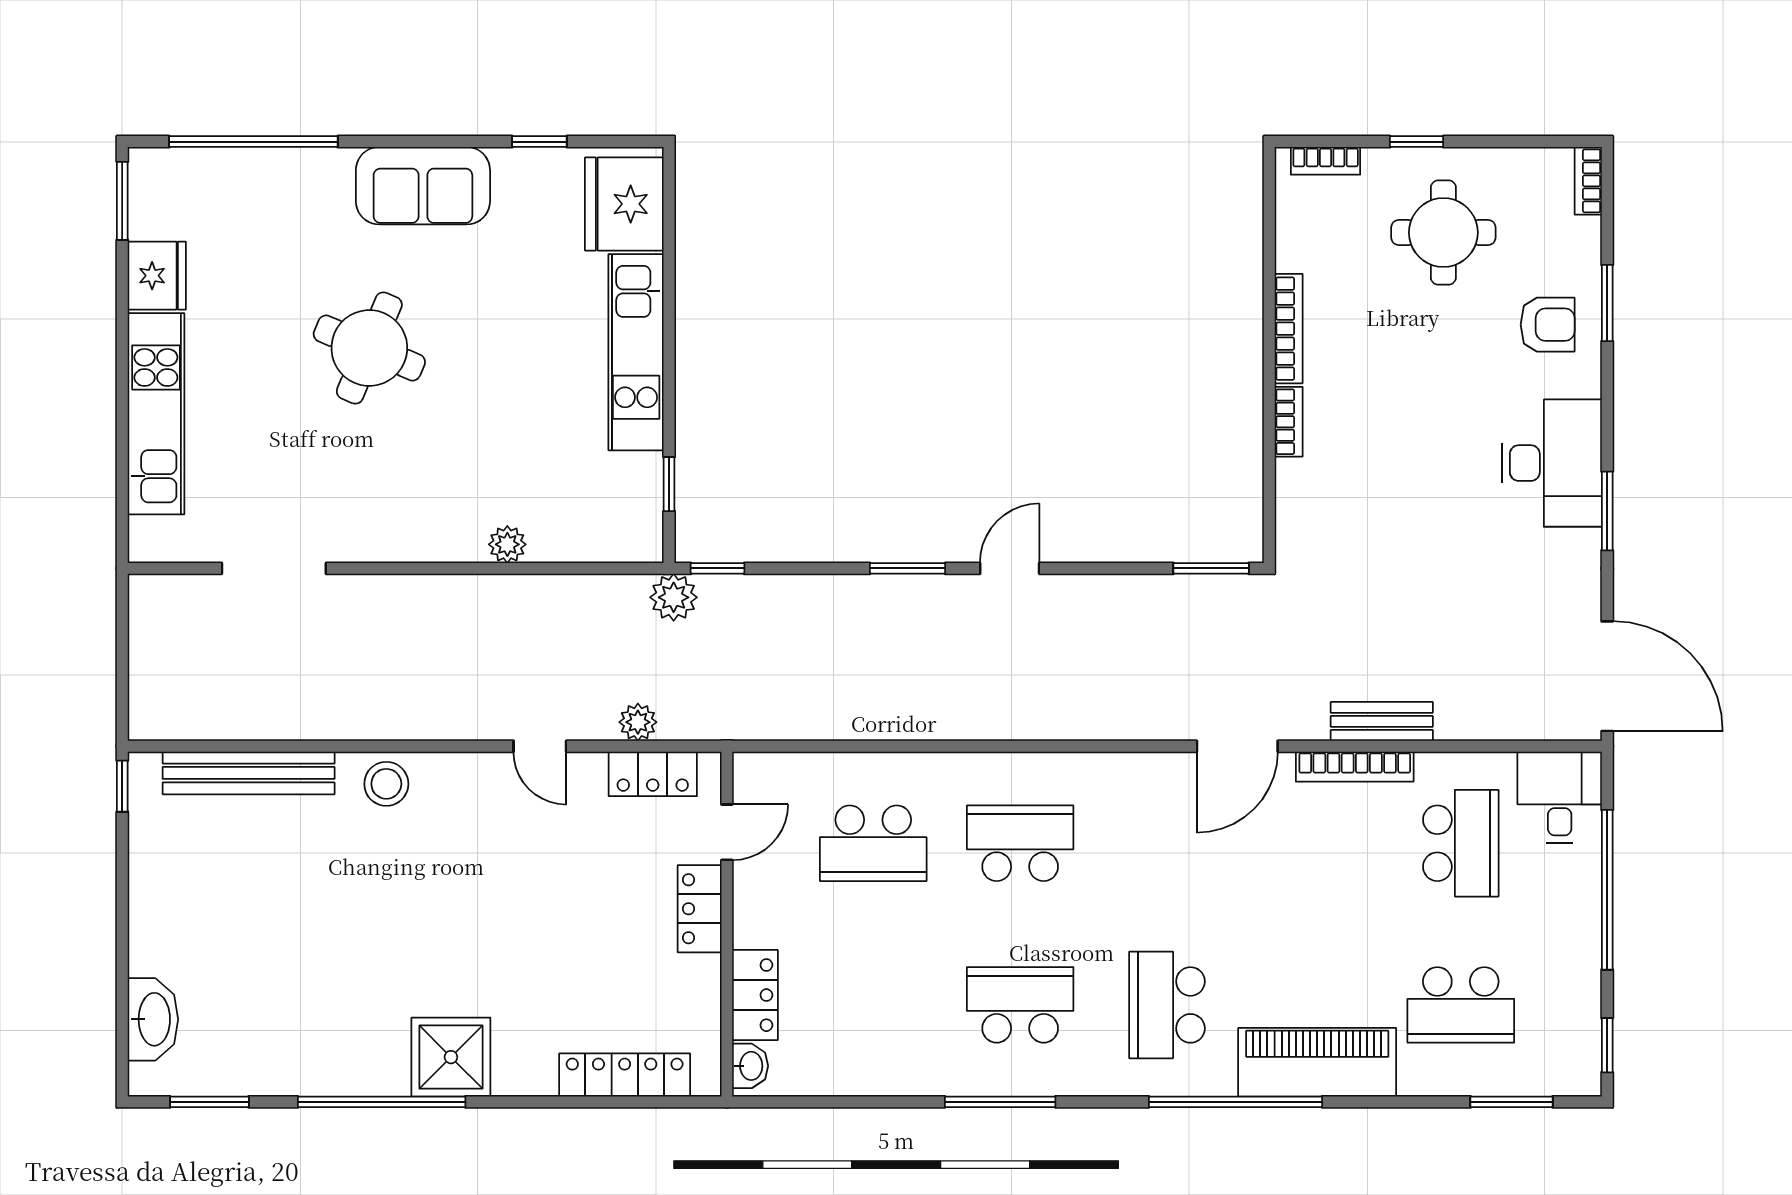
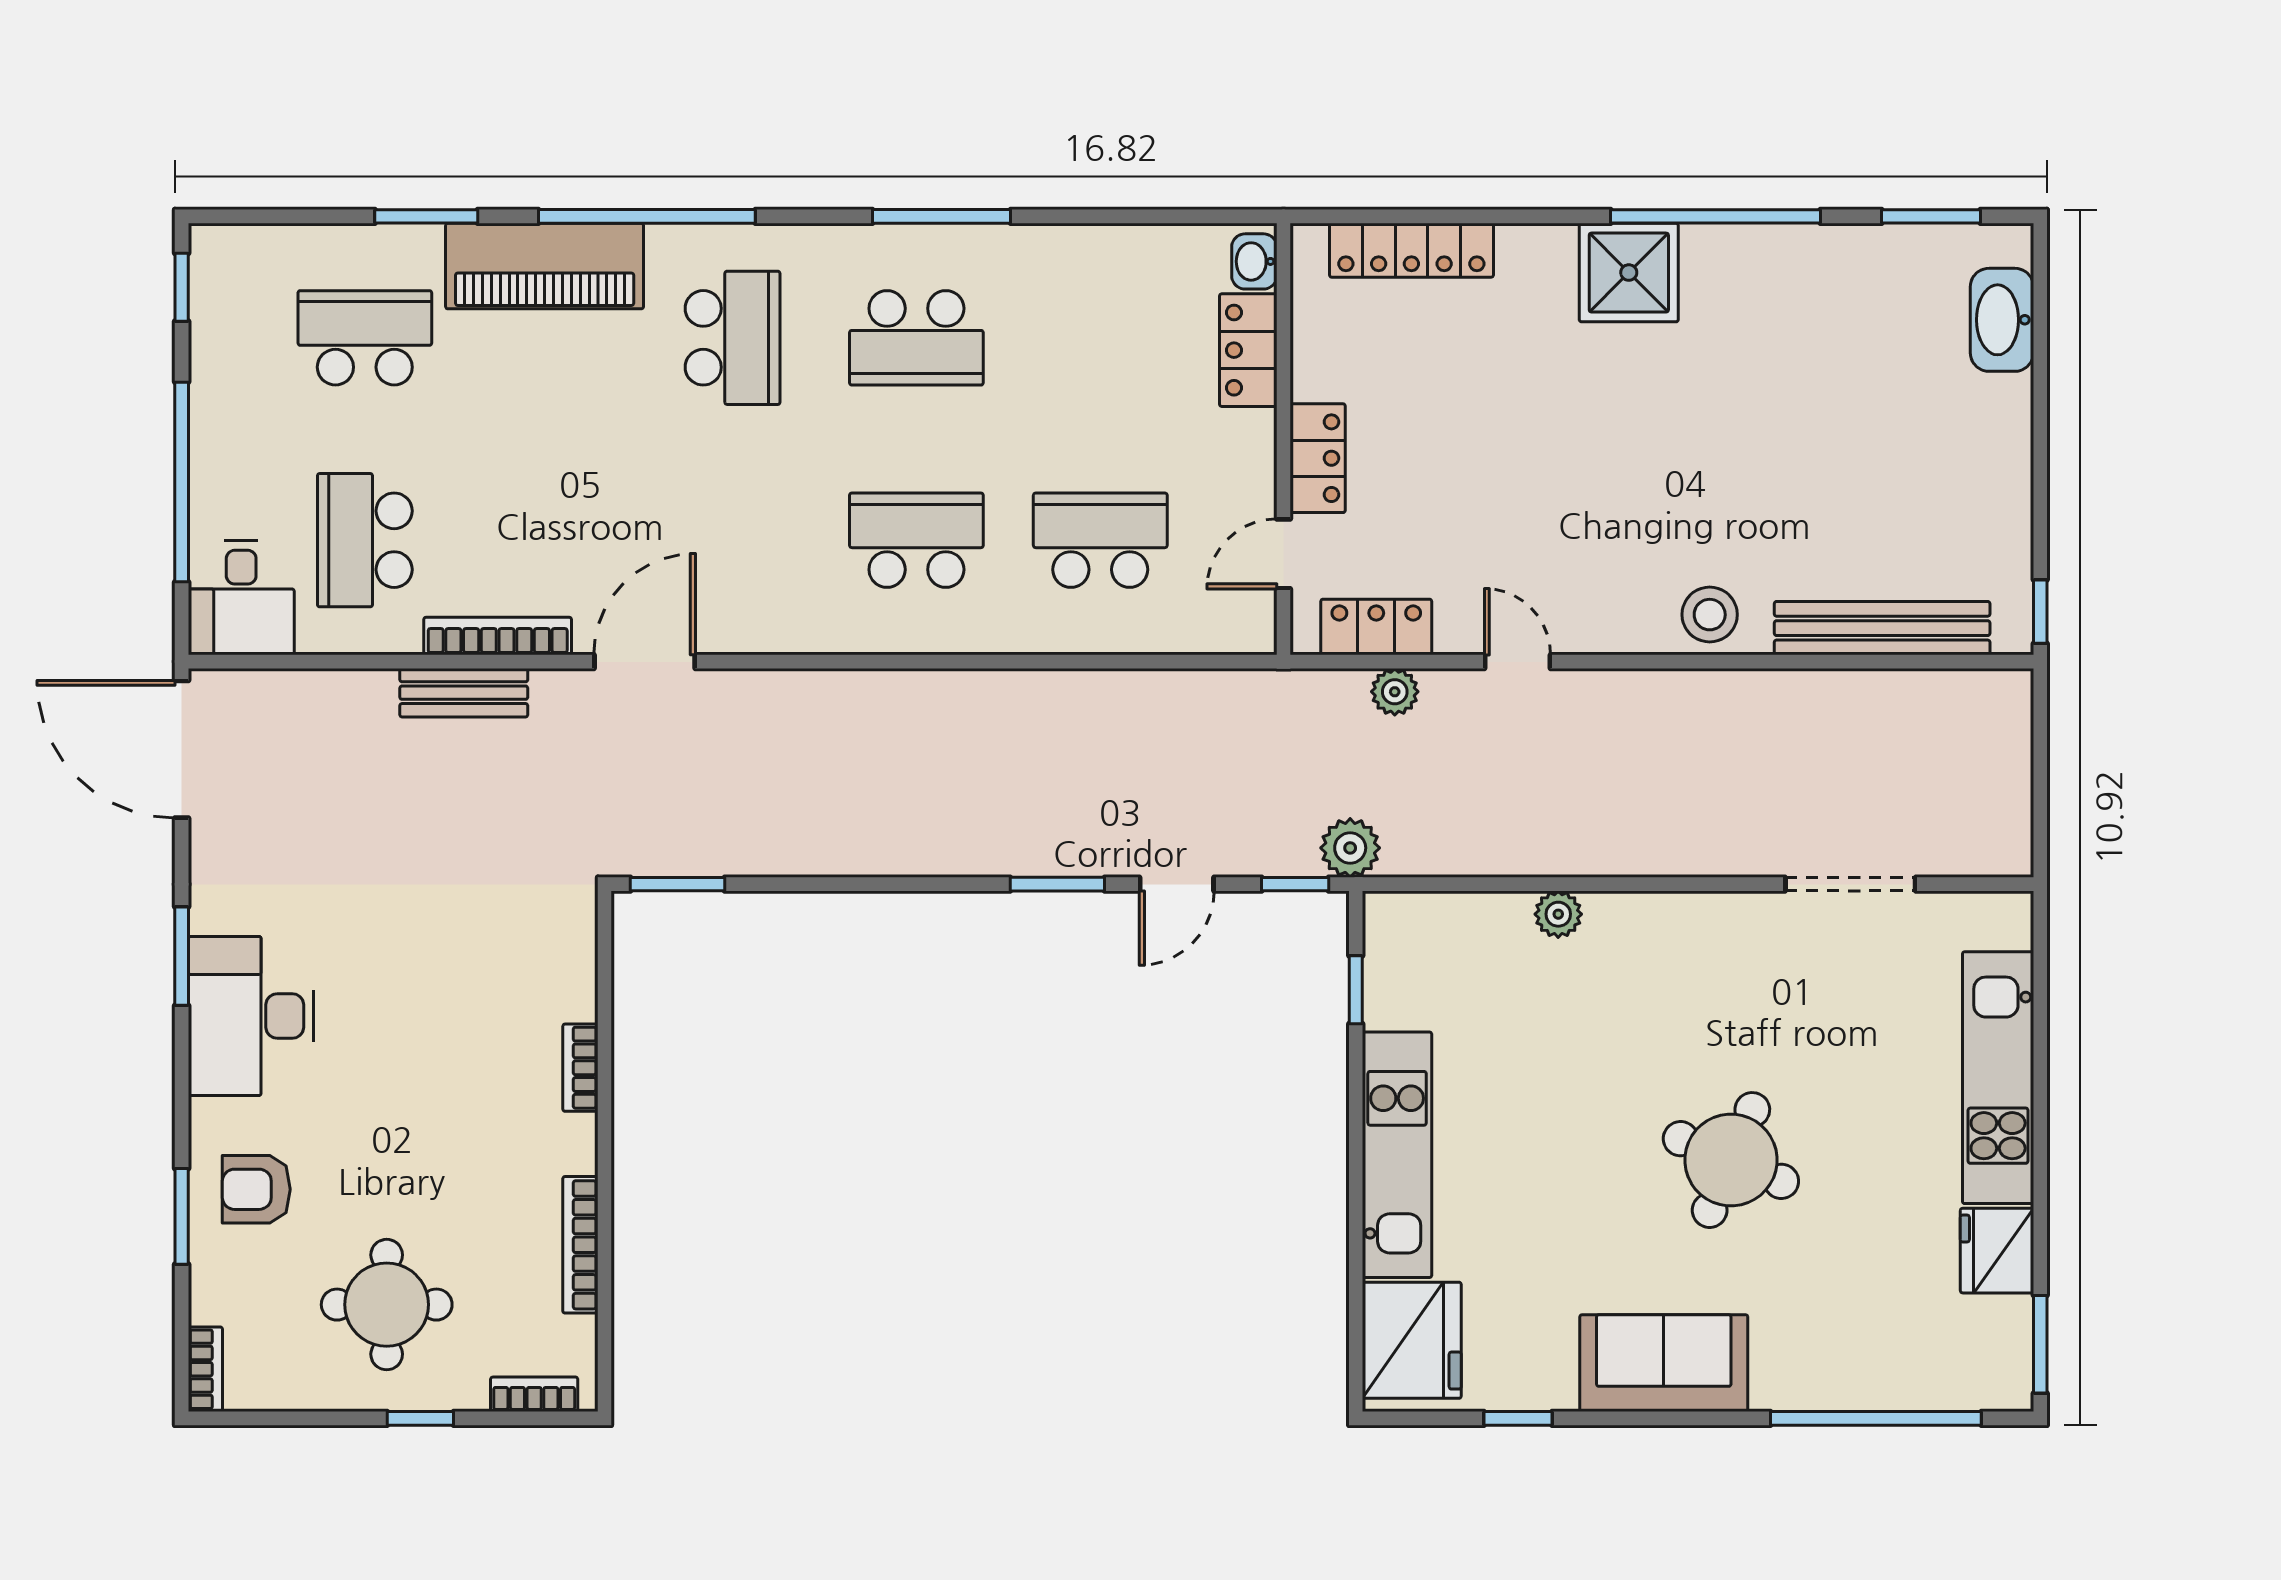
bookcase: (1289, 329) -> (580, 1245), moved
door: (1010, 568) -> (1177, 884), moved
school desk: (1020, 843) -> (916, 540), turned 180
window: (1512, 1102) -> (426, 216), moved

